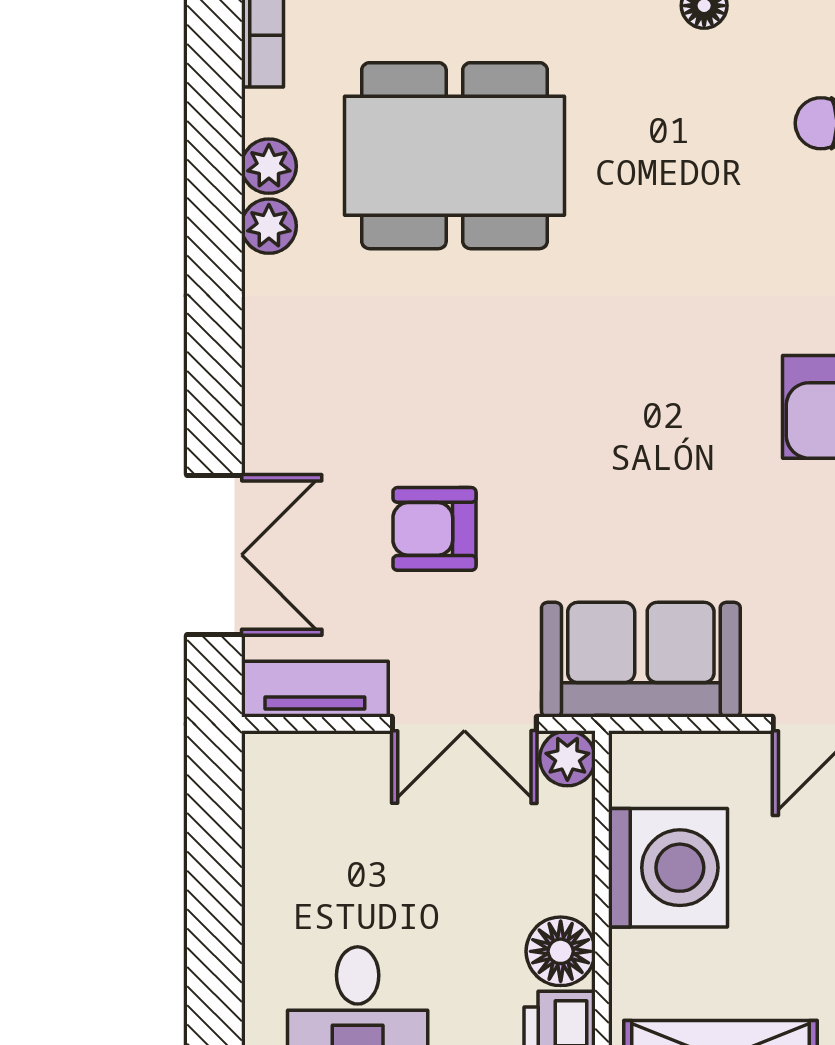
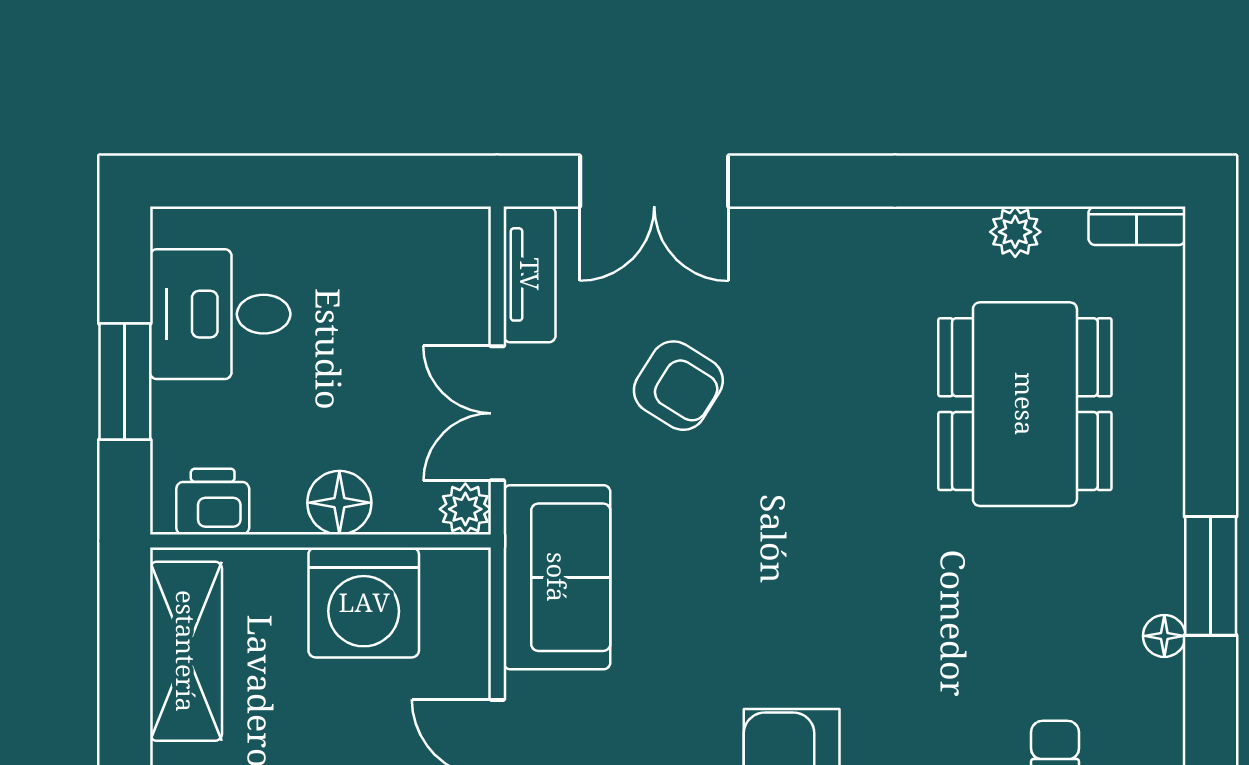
plant: (269, 226) -> (959, 232), removed
armchair: (434, 529) -> (678, 386), turned 122
floor lamp: (561, 951) -> (339, 503), moved

